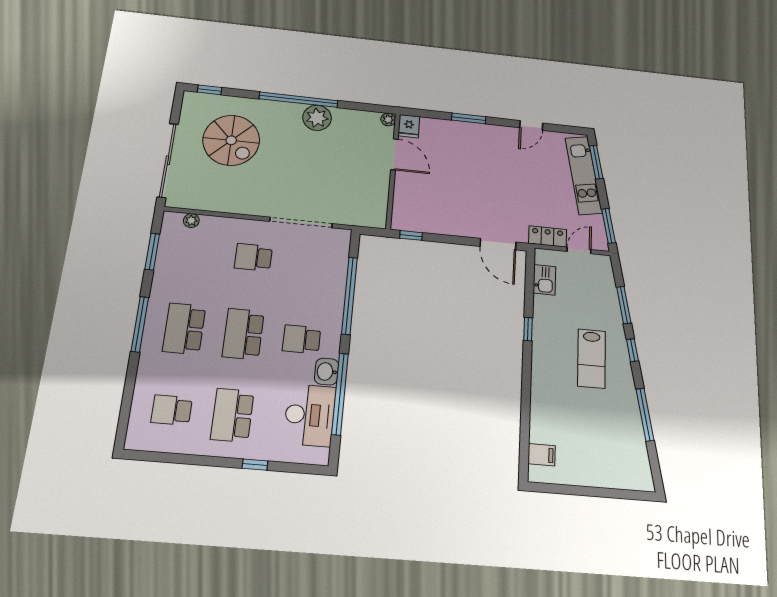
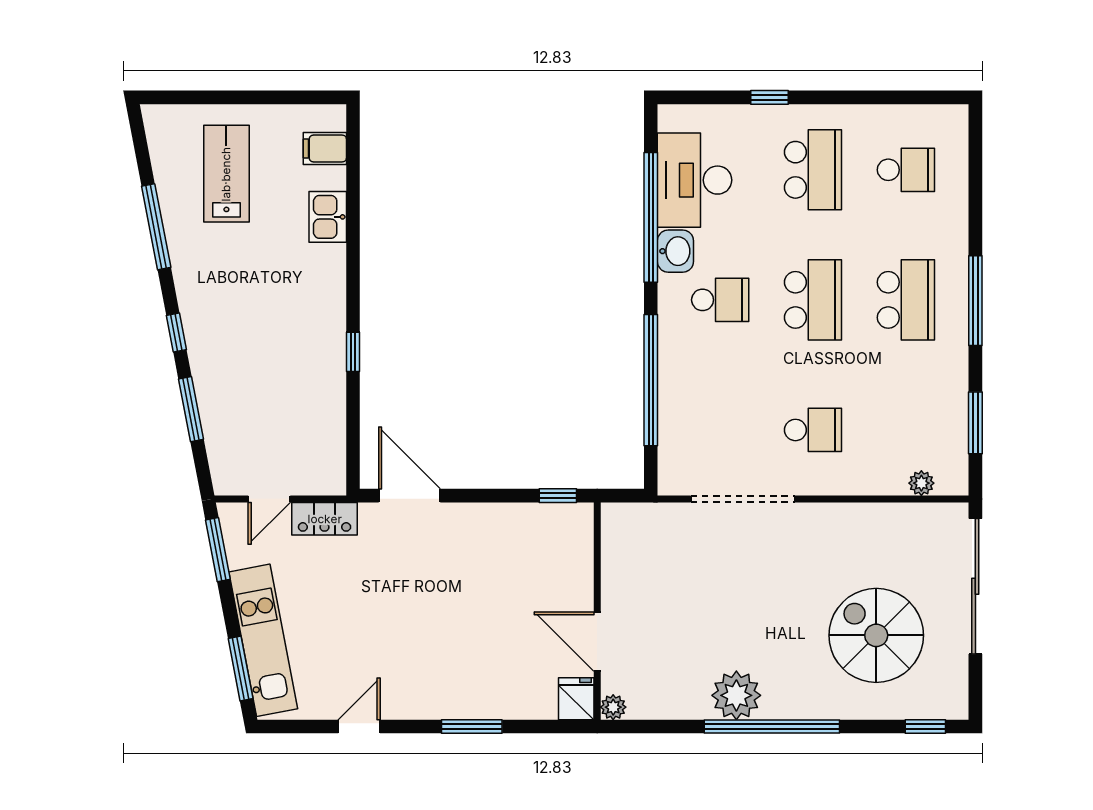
kitchen sink: (544, 280) -> (328, 217), moved
lab bench: (591, 358) -> (226, 174), moved

